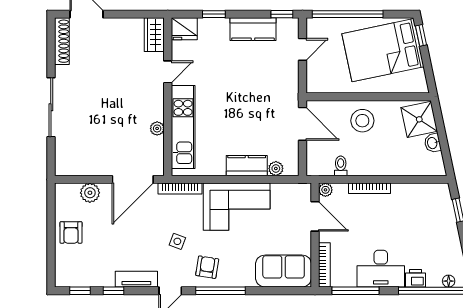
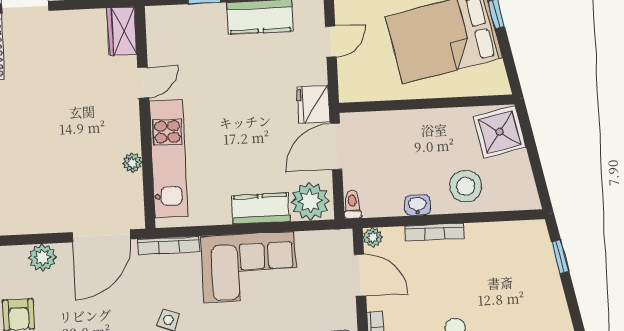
fridge: (184, 29) -> (313, 104), moved, turned 90
stool: (362, 121) -> (466, 186), moved
door: (302, 124) -> (336, 146), swing flipped
washbasin: (433, 143) -> (417, 205), moved, turned 102
toilet: (341, 166) -> (352, 204), moved
plant: (276, 168) -> (310, 201), width x1.87, depth x1.87

